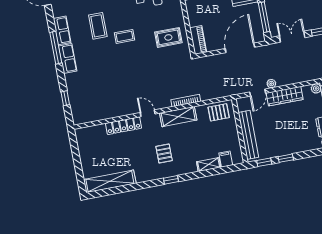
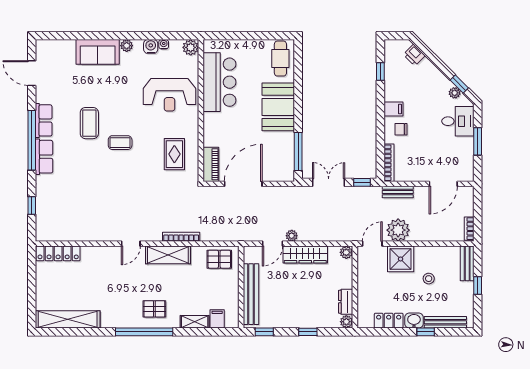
rug: (168, 37) -> (174, 154), turned 90
window: (56, 48) -> (32, 140), width x1.46
door: (240, 48) -> (243, 184), moved
door: (148, 113) -> (131, 244), swing flipped
locker: (123, 126) -> (58, 253), moved
pallet: (164, 154) -> (154, 309), moved, turned 90
window: (286, 158) -> (308, 332), moved
window: (171, 180) -> (144, 332), width x3.17

